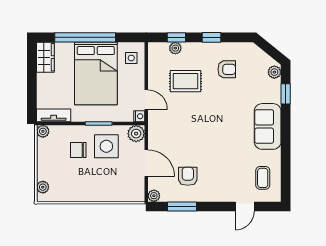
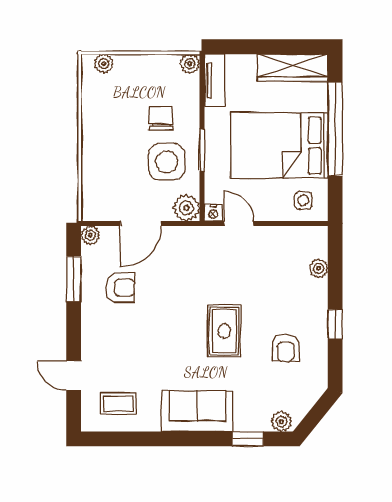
window: (176, 37) -> (335, 270), removed
wardrobe: (45, 57) -> (293, 68), width x1.50
rug: (185, 81) -> (224, 331), moved
door: (146, 100) -> (239, 223), swing flipped

